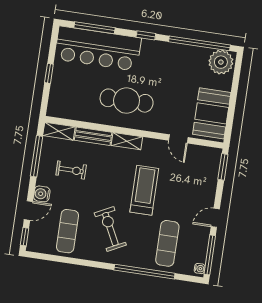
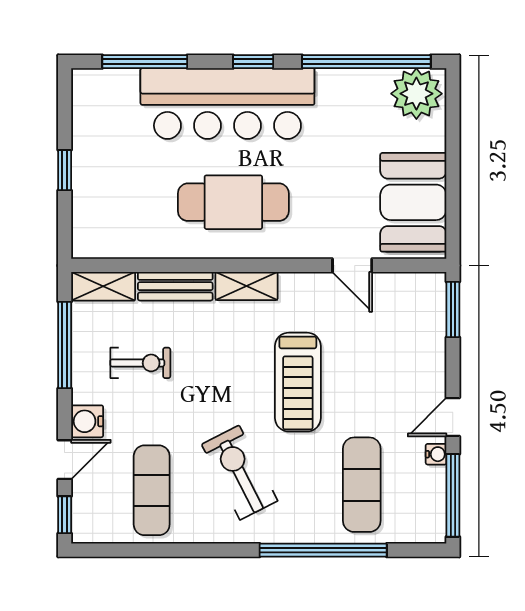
bar counter: (98, 48) -> (227, 103), moved
treadmill: (144, 190) -> (298, 382), turned 180
water cooler: (200, 269) -> (436, 454), moved

